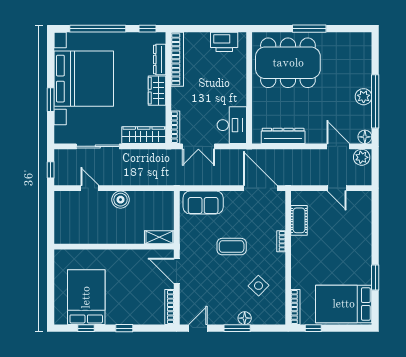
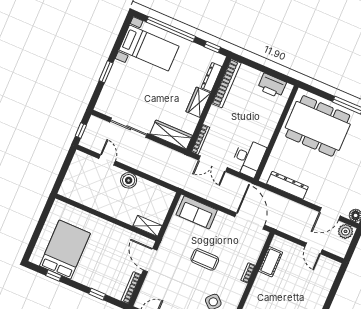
bed with nightstands: (84, 79) -> (149, 48), width x0.54
door: (338, 146) -> (330, 214), swing flipped
window: (124, 328) -> (97, 294), moved

